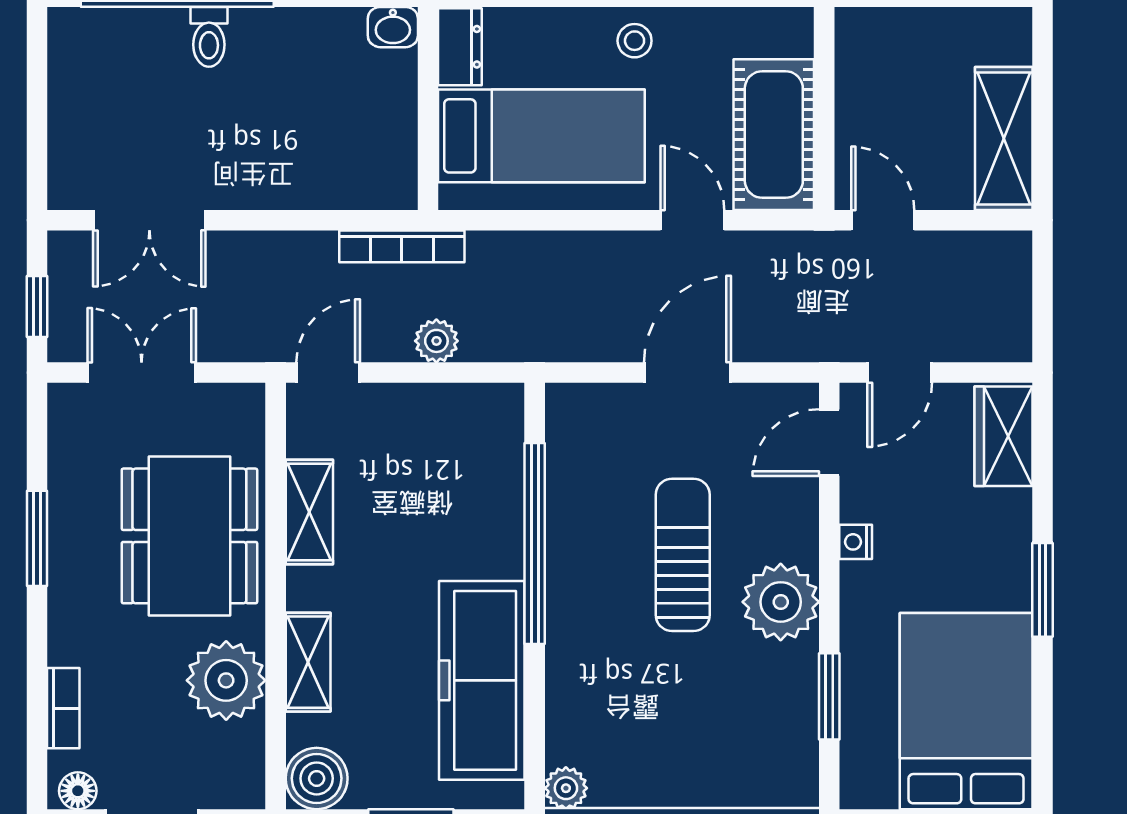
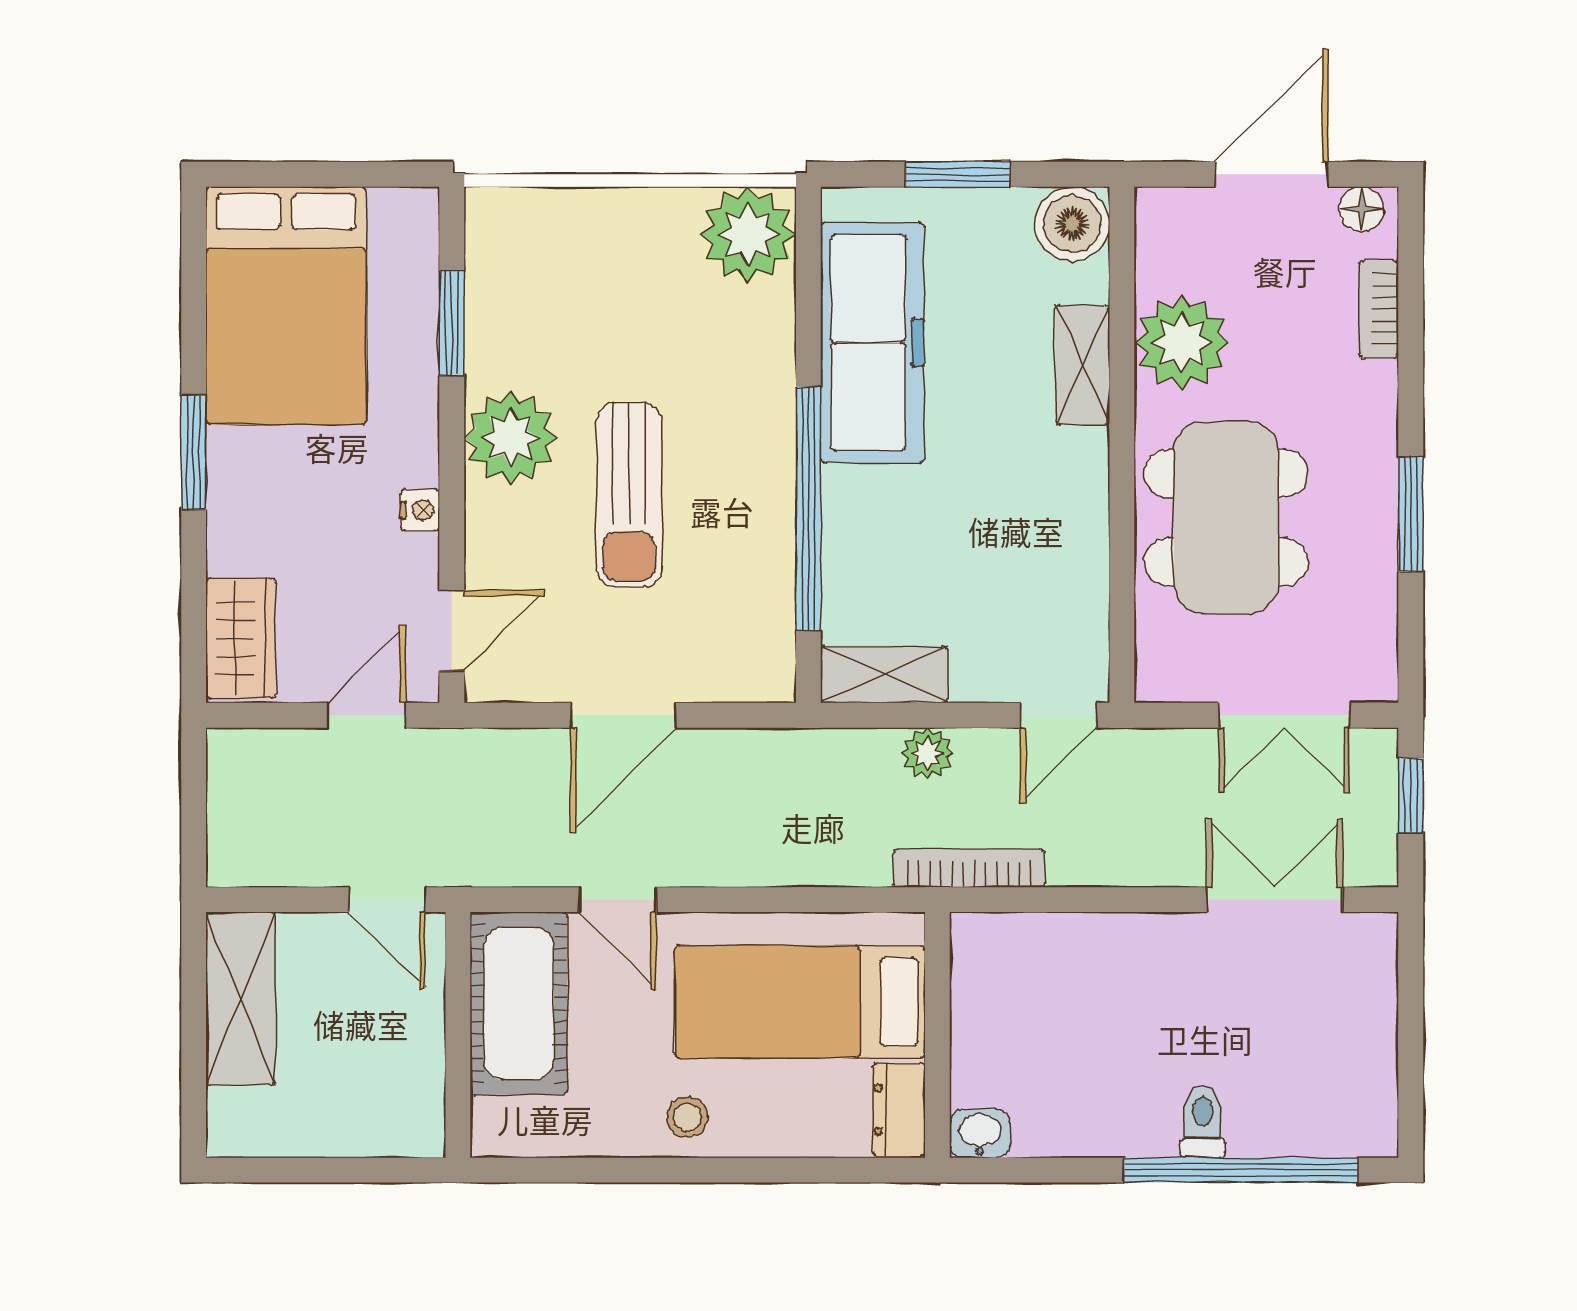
shelving: (309, 512) -> (884, 674), moved, turned 90
plant: (566, 788) -> (748, 235), width x1.87, depth x1.87

